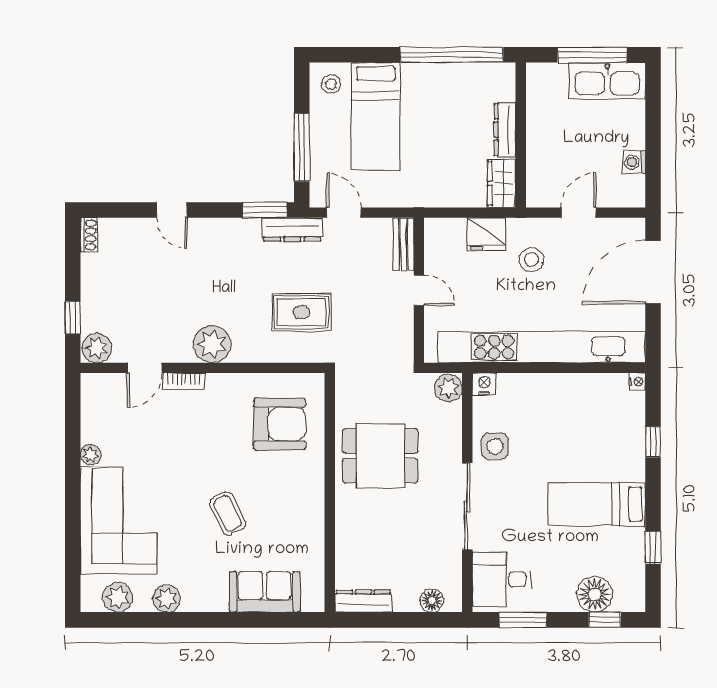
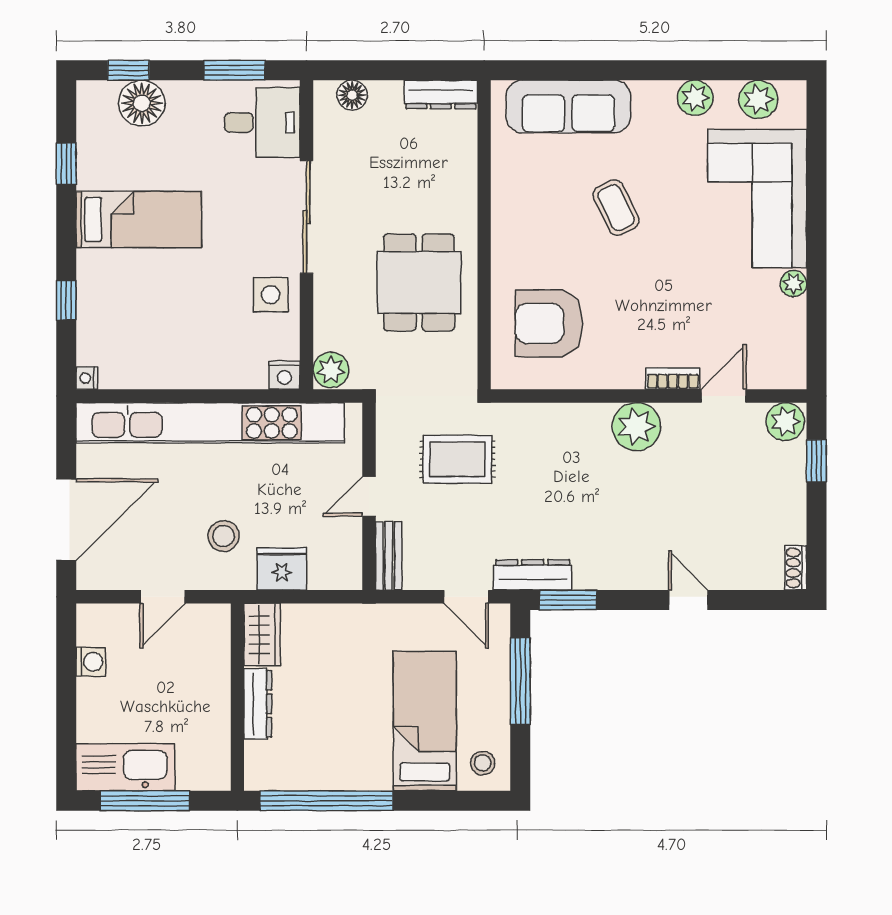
door: (419, 290) -> (369, 496), hinge flipped
rug: (301, 312) -> (457, 459), moved
dining table: (380, 456) -> (419, 282), turned 90
sofa: (265, 592) -> (568, 106), width x1.36

